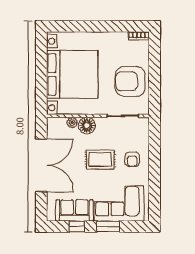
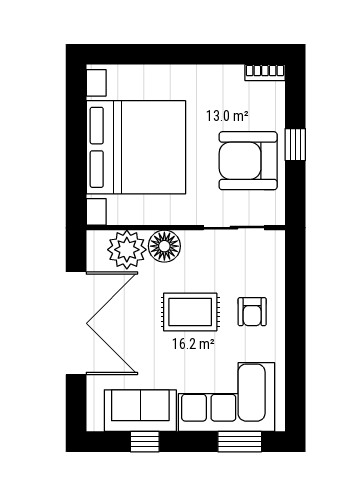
window: (155, 73) -> (295, 145), added
plant: (72, 123) -> (127, 250), width x1.88, depth x1.88
window: (108, 226) -> (240, 442), moved

